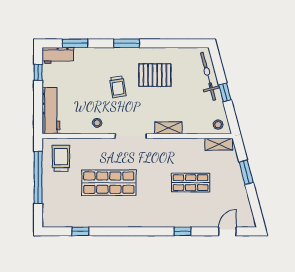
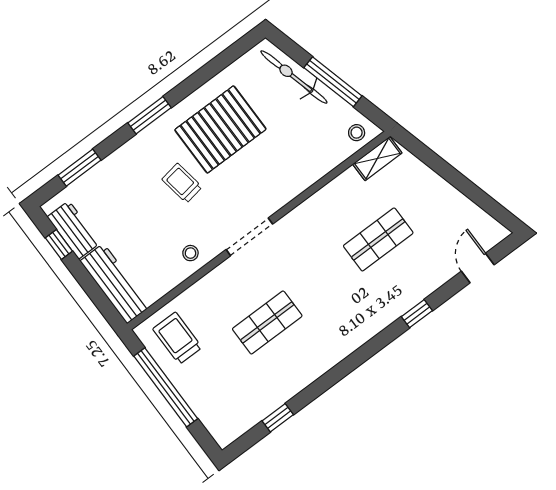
workbench: (58, 55) -> (74, 230), moved, turned -90
pallet: (155, 75) -> (220, 129), width x1.37, depth x1.41
trolley: (118, 87) -> (182, 183), turned 180
window: (225, 92) -> (333, 82), width x2.17
shelving: (168, 128) -> (292, 188), removed
window: (246, 172) -> (443, 169), removed
shop shelf: (109, 183) -> (267, 322), width x0.70, depth x0.74

